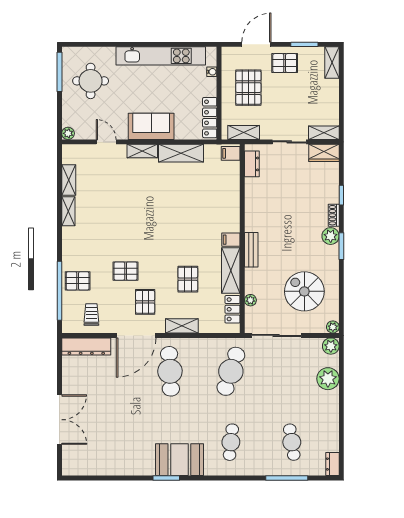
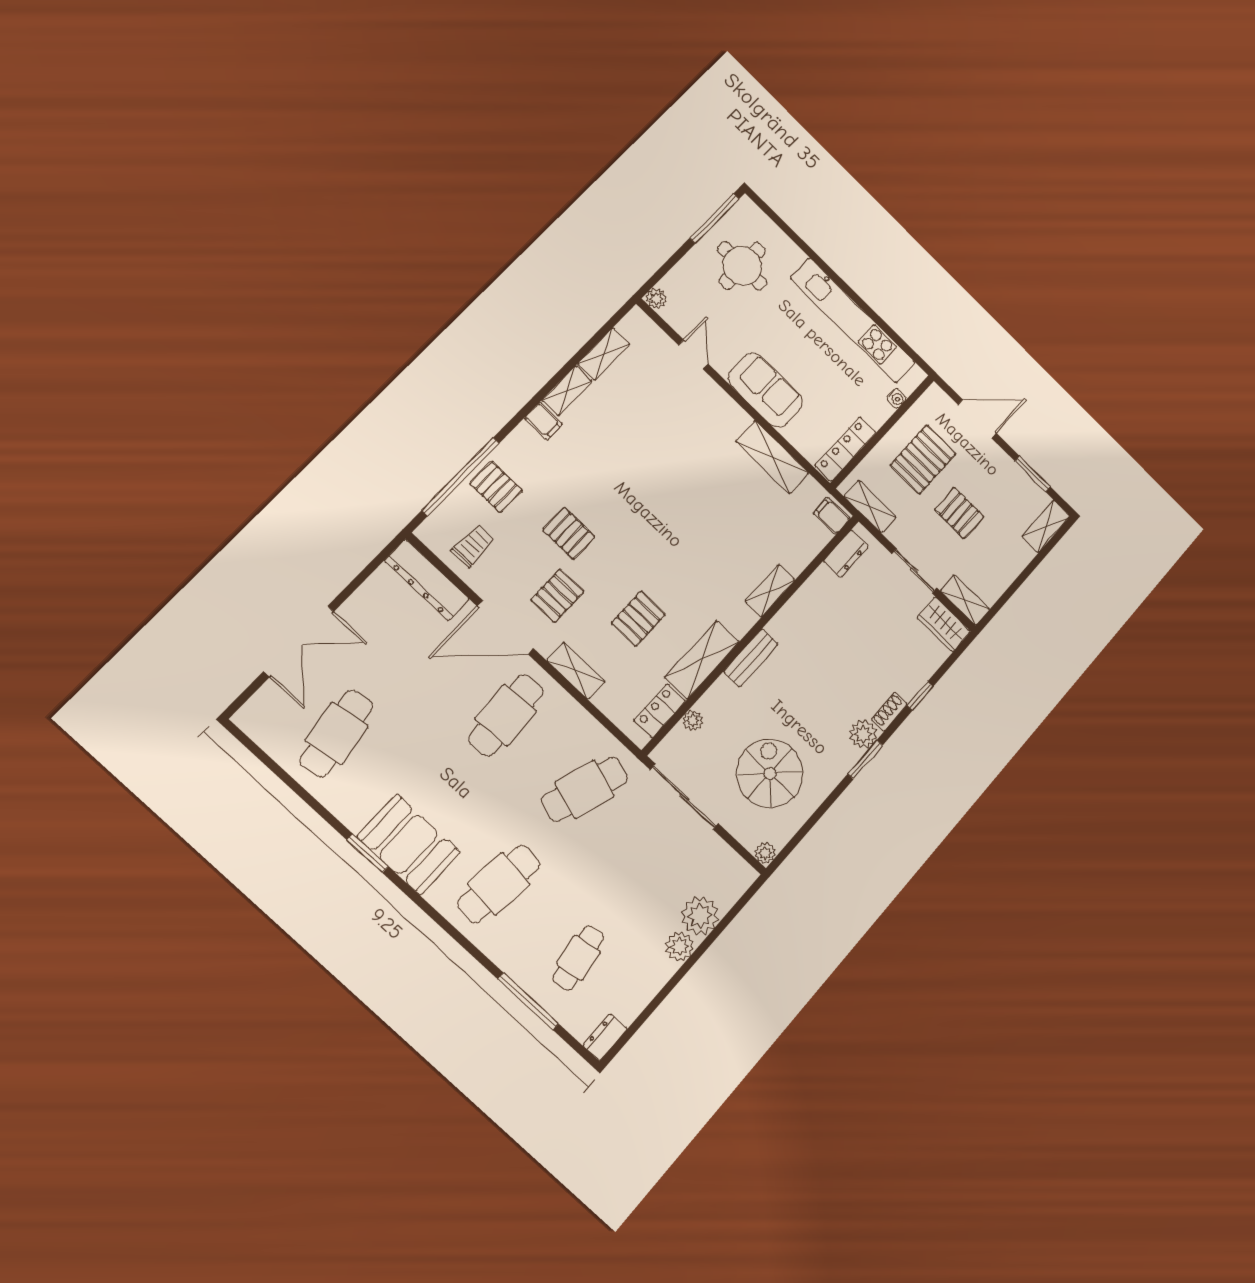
pallet: (285, 63) -> (959, 513), moved
shelving: (142, 151) -> (770, 591), moved, turned 90
filing cabinet: (231, 240) -> (543, 421), moved, turned 180
plant: (331, 346) -> (680, 946), moved
cafe table: (109, 442) -> (337, 733), added
cafe table: (231, 442) -> (499, 884), width x1.37, depth x1.35

